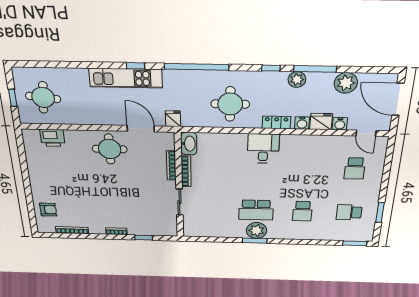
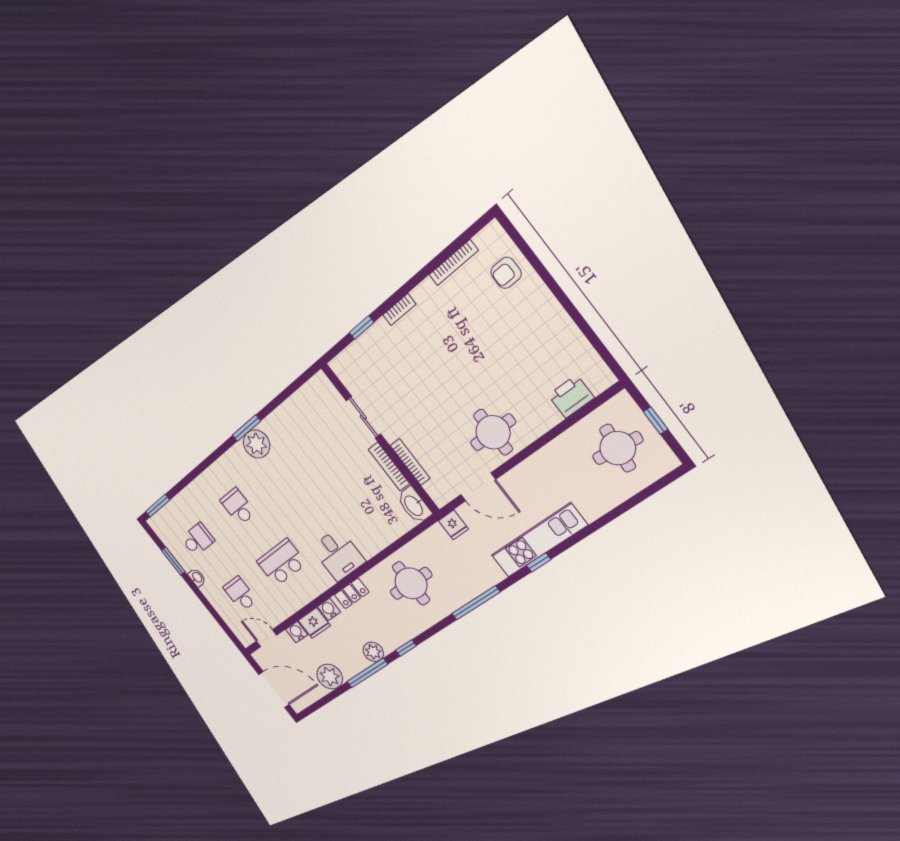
window: (197, 67) -> (476, 603), width x0.68
washbasin: (374, 195) -> (197, 577), added
school desk: (256, 210) -> (281, 562), moved

